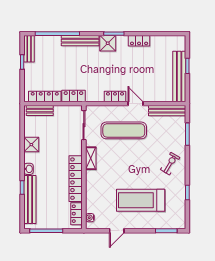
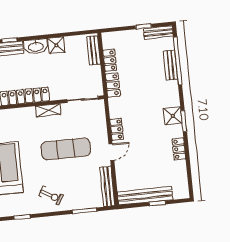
bench: (80, 41) -> (170, 65), moved, width x0.73
locker: (45, 97) -> (110, 60), width x0.66
exercise mat: (124, 130) -> (66, 149), moved, turned 90
washbasin: (29, 169) -> (36, 47), width x1.91, depth x1.45

